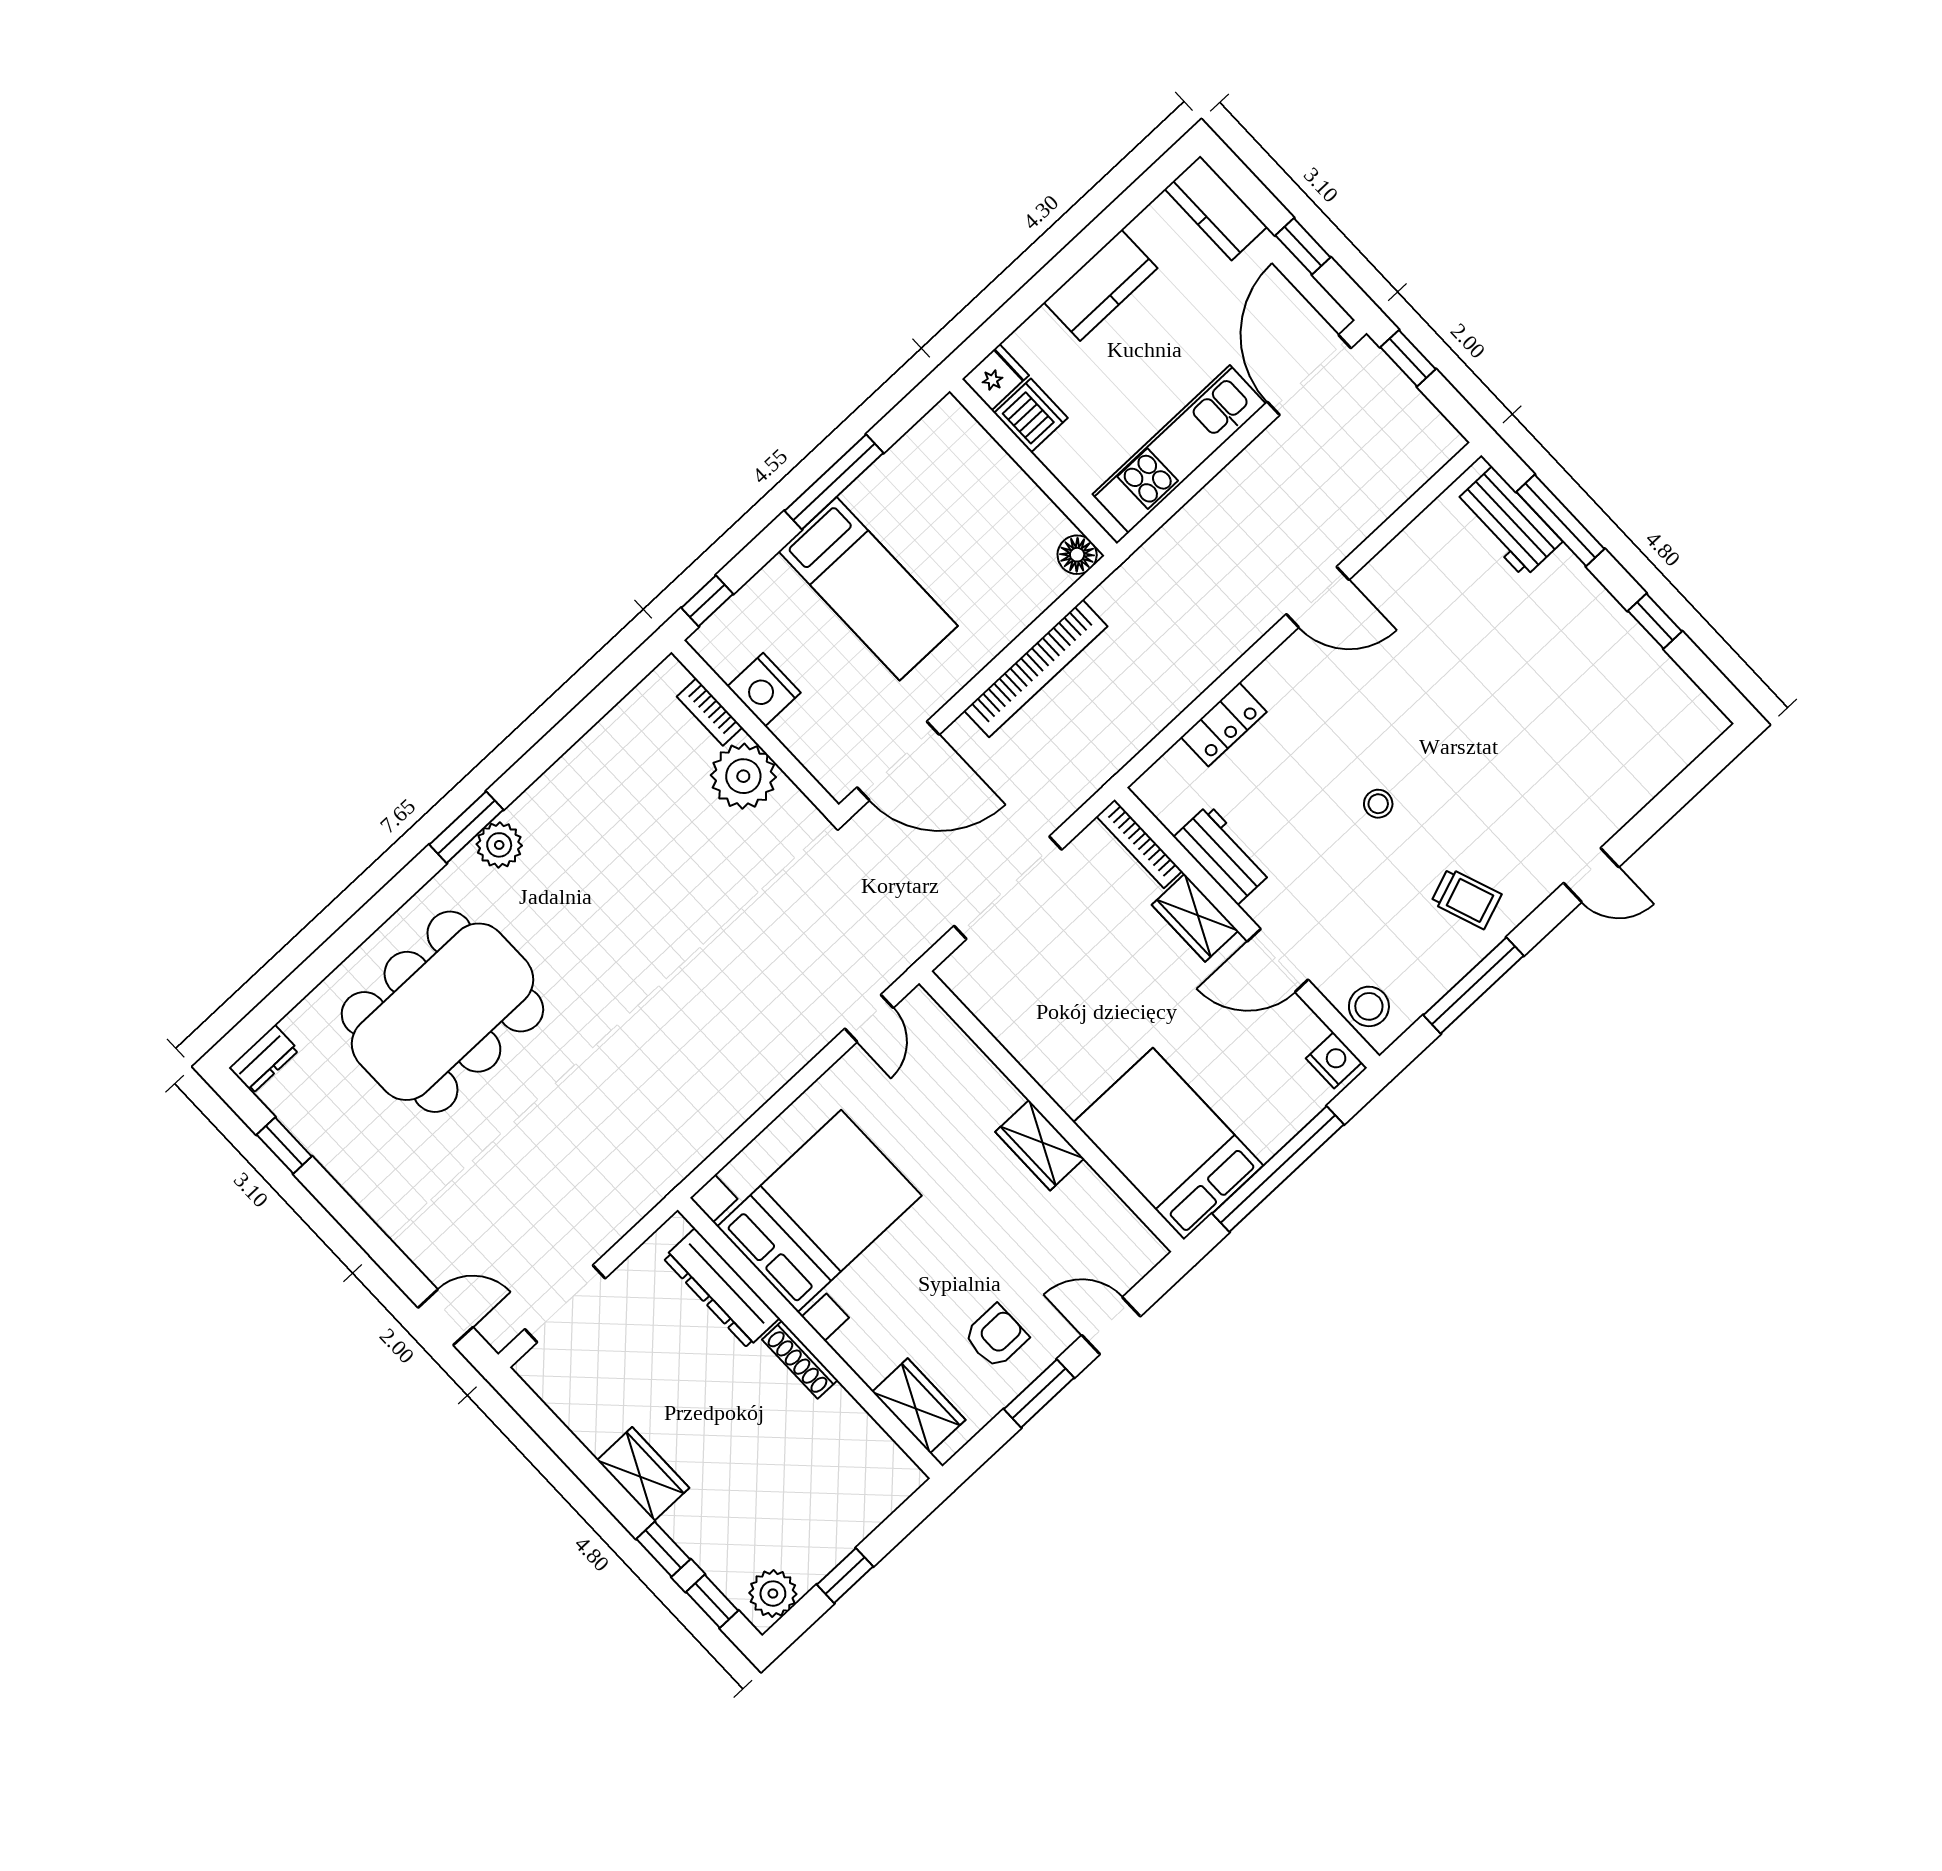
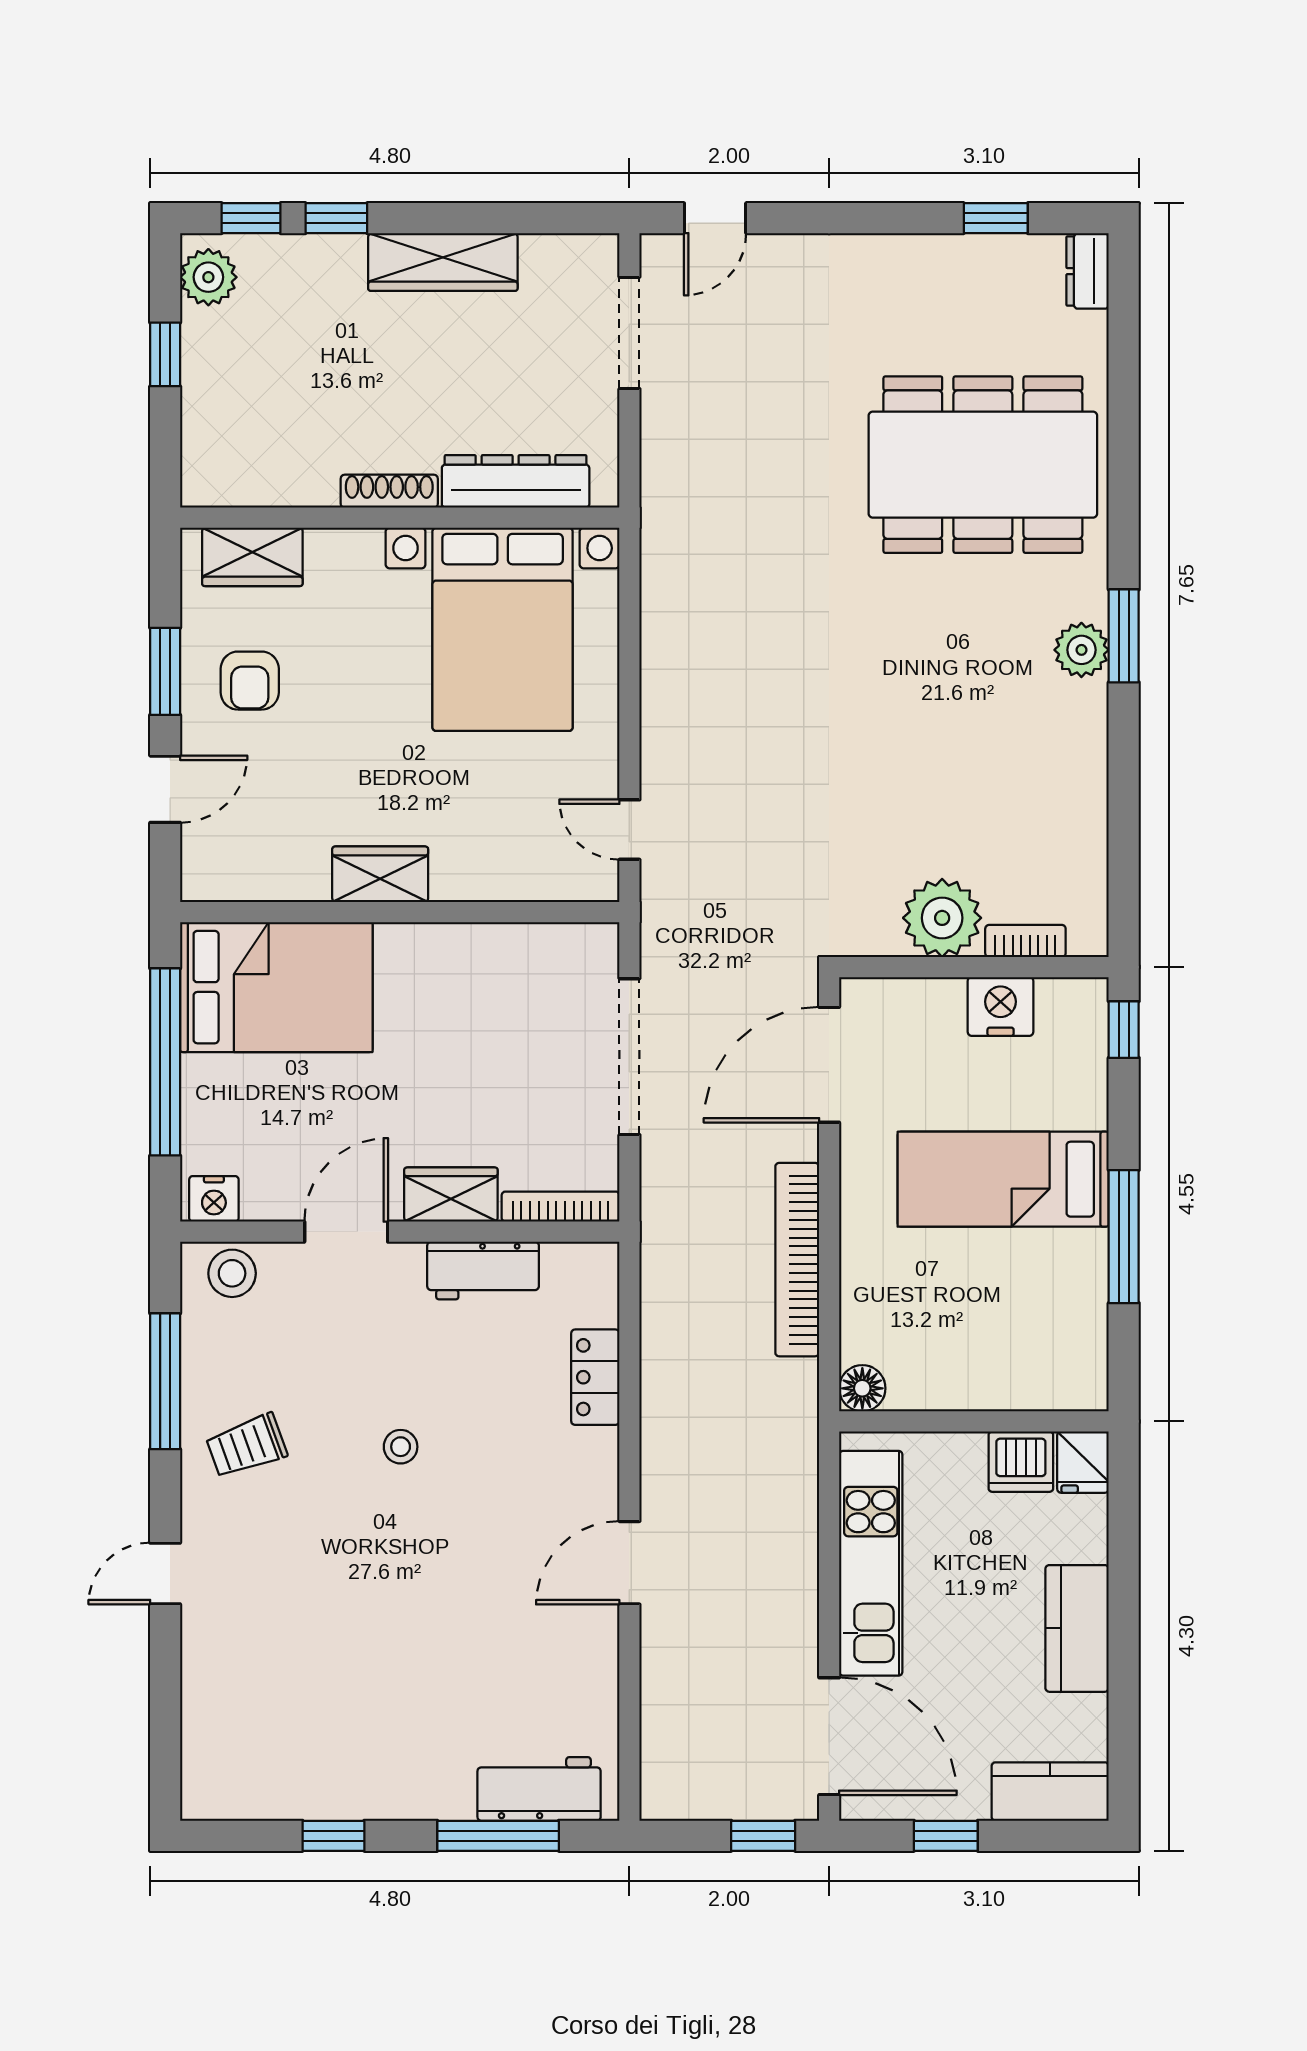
dining table: (442, 1012) -> (983, 465), turned 90
wardrobe: (643, 1474) -> (443, 262), width x1.50

